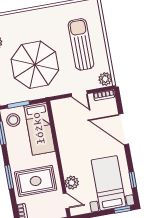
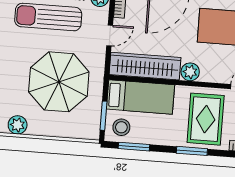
wardrobe: (63, 126) -> (145, 66), added
plant: (72, 183) -> (190, 72), moved

